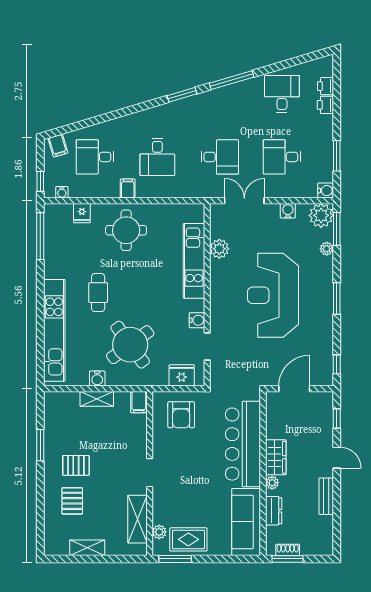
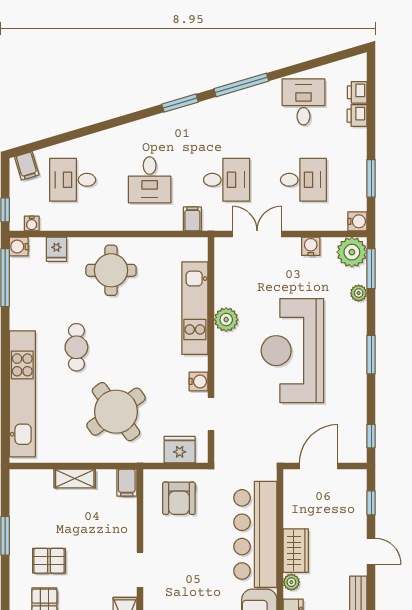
desk: (282, 157) -> (303, 180), turned 180
filing cabinet: (128, 189) -> (192, 219), moved
plant: (219, 249) -> (226, 320), moved
water cooler: (97, 379) -> (19, 247), moved, turned 90

